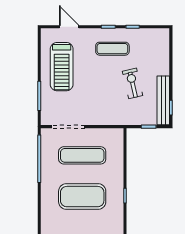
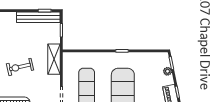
exercise bike: (133, 83) -> (20, 67), moved
shelving: (116, 118) -> (54, 59), added

